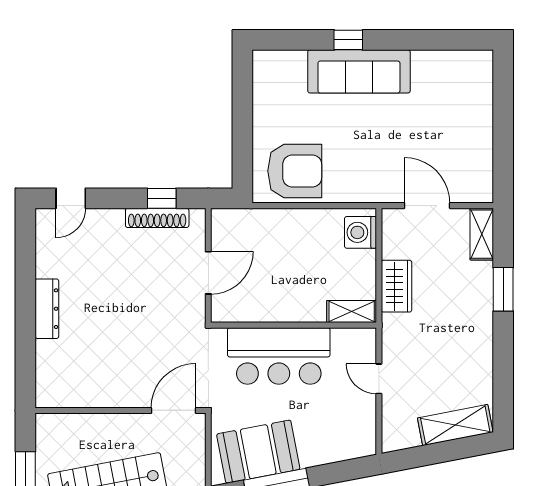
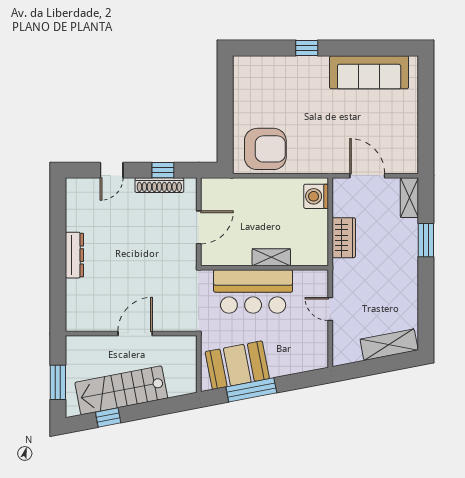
sofa: (359, 71) -> (369, 72), moved
door: (71, 198) -> (112, 170), moved
shelving: (352, 312) -> (271, 257), moved
door: (174, 410) -> (135, 333), moved

